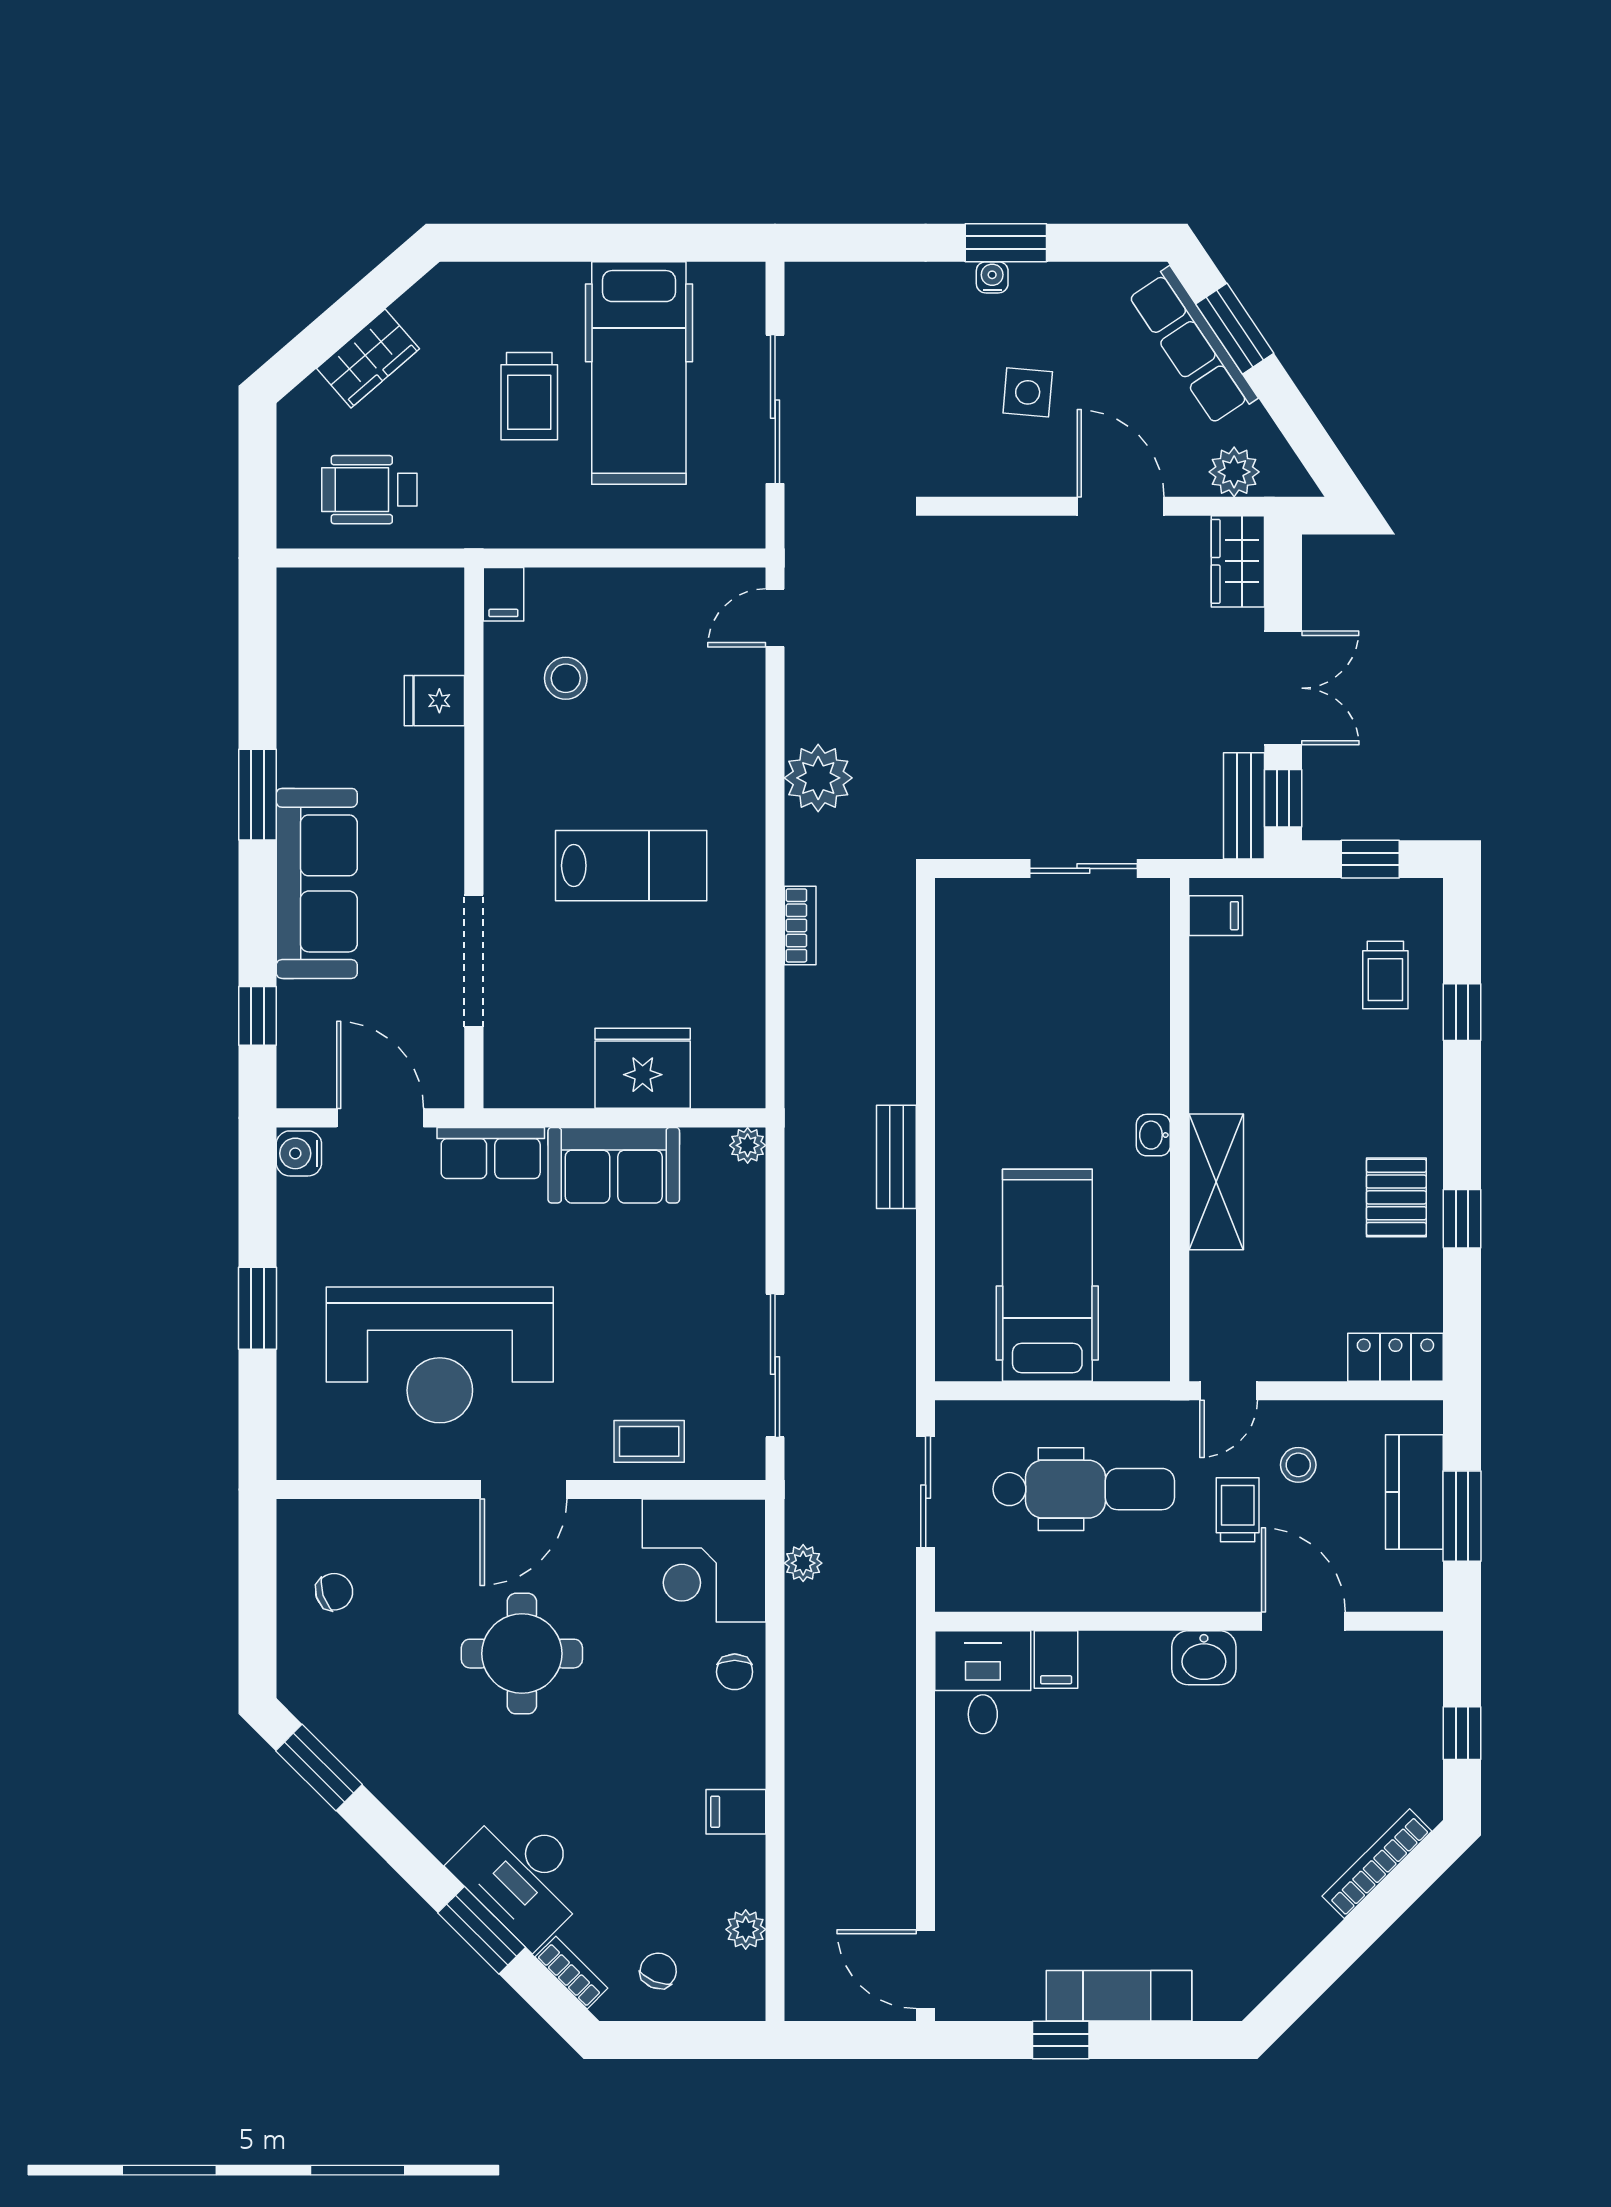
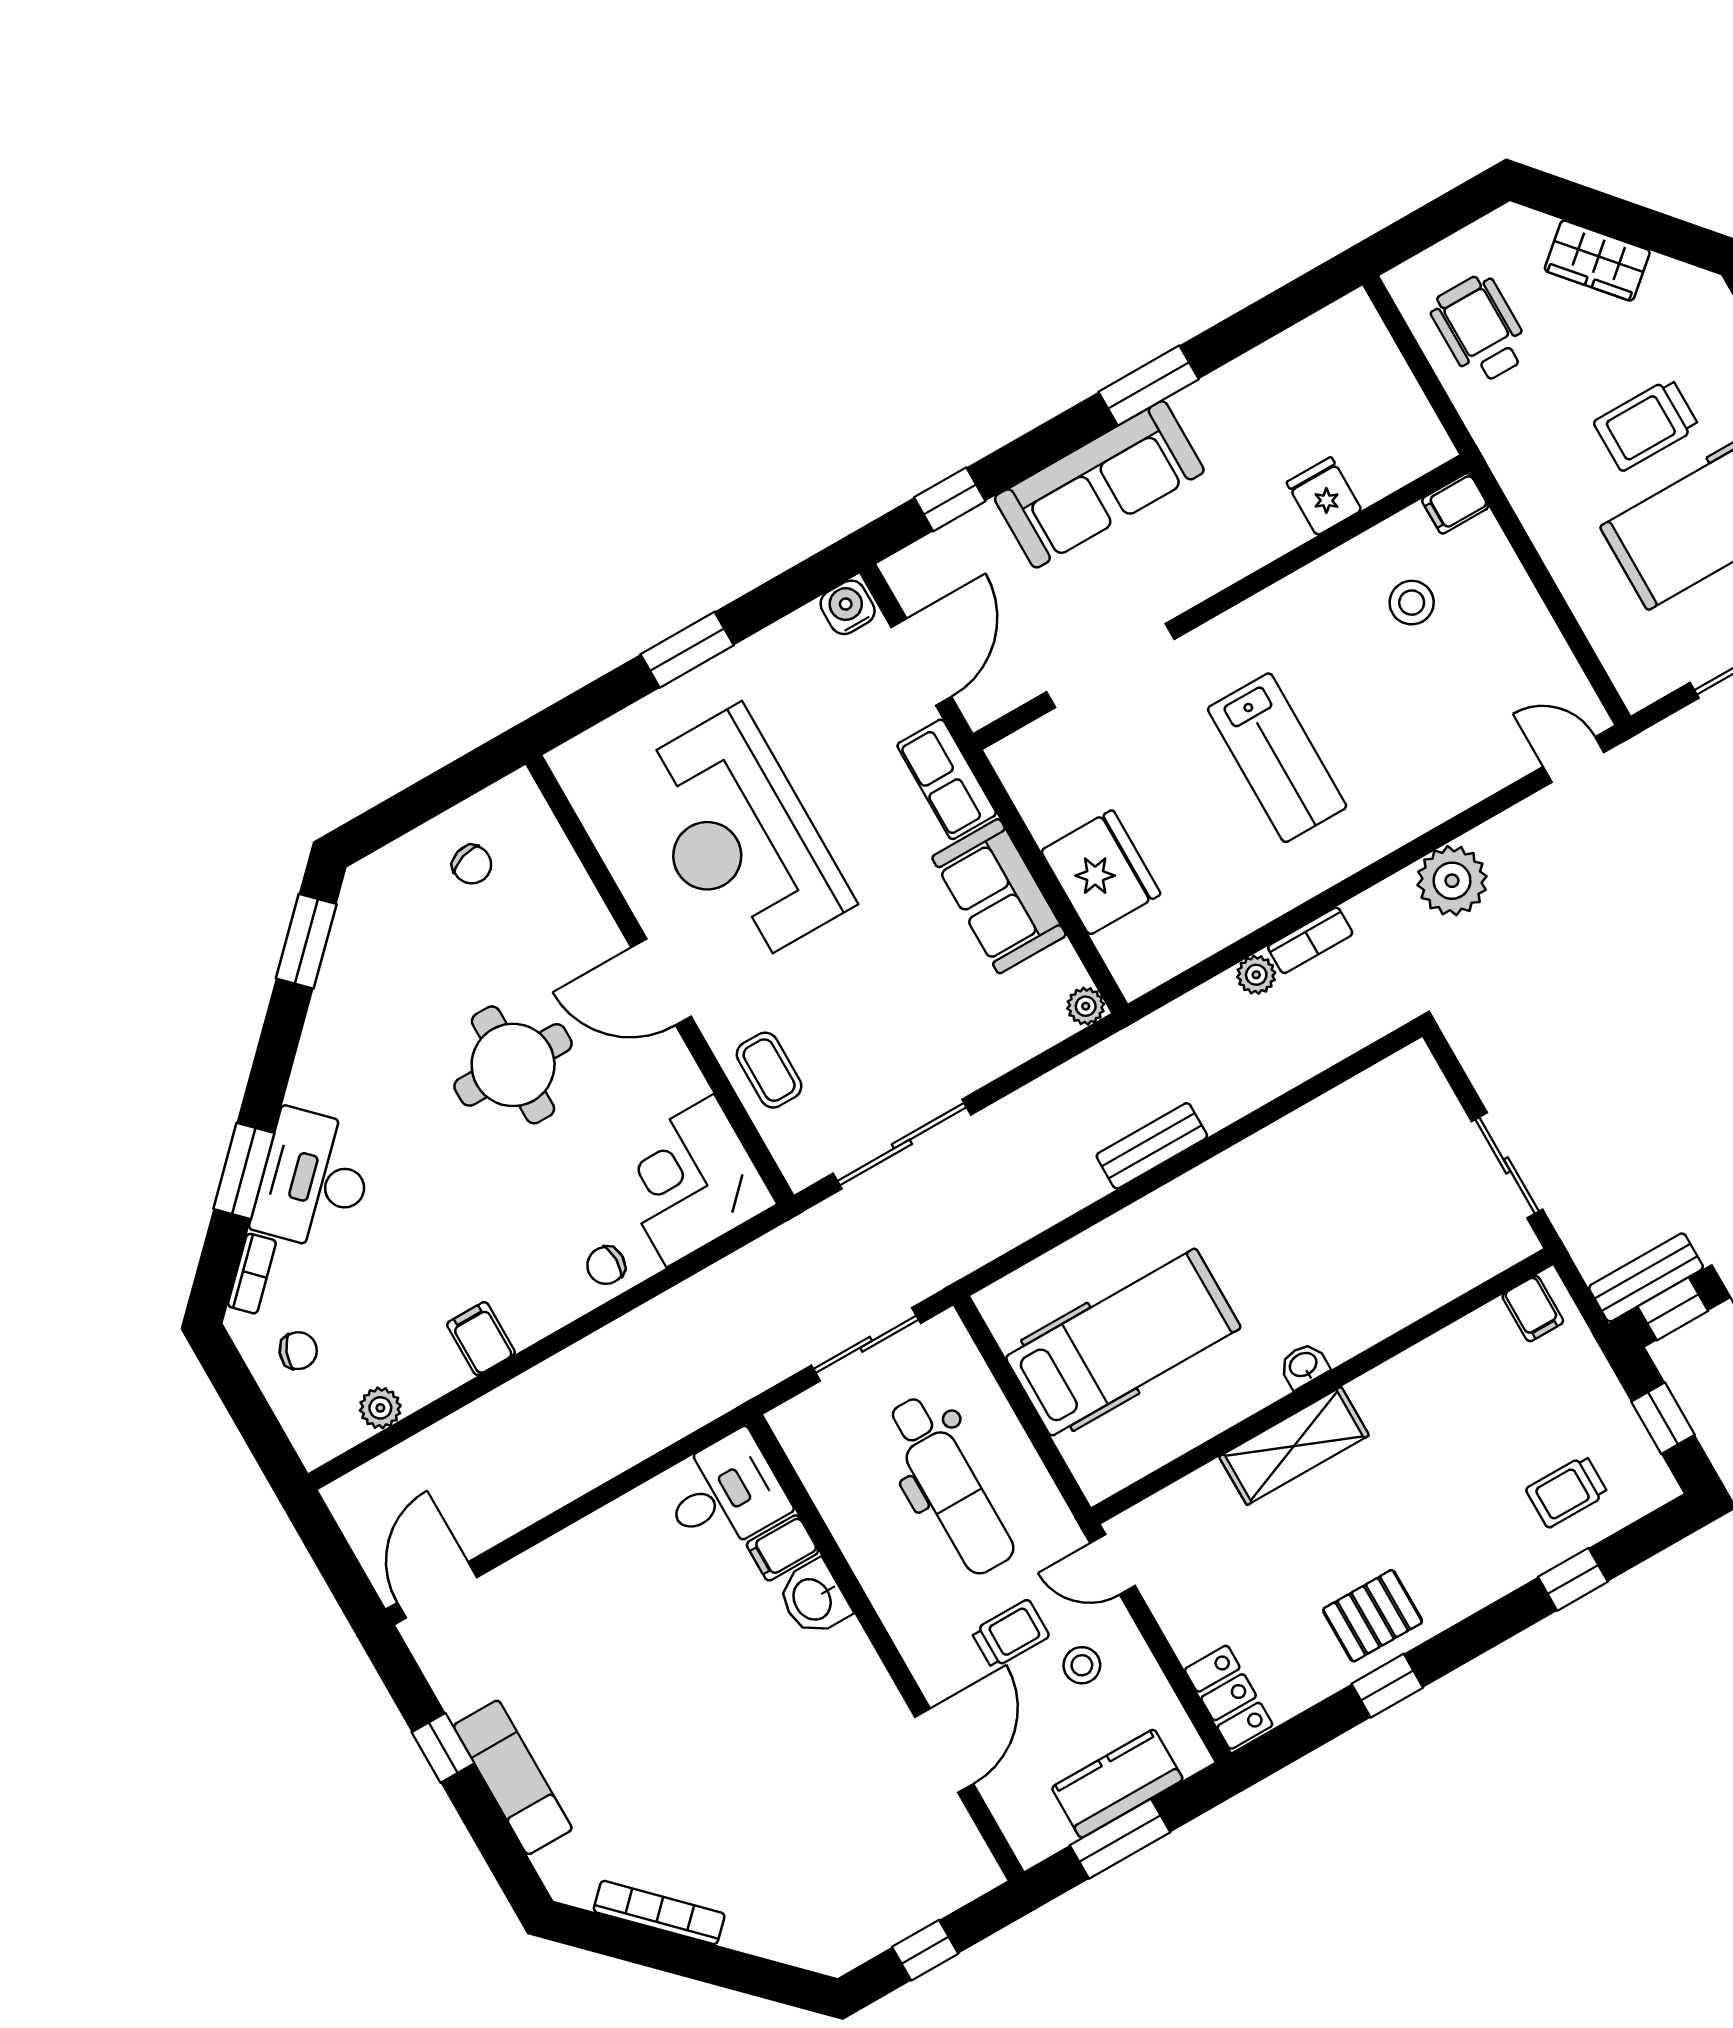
plant: (803, 1563) -> (1256, 975), moved
washbasin: (1204, 1658) -> (814, 1599), moved
bookcase: (1377, 1864) -> (659, 1913), moved

